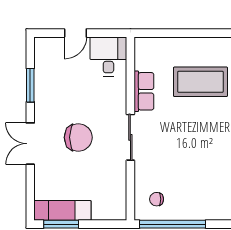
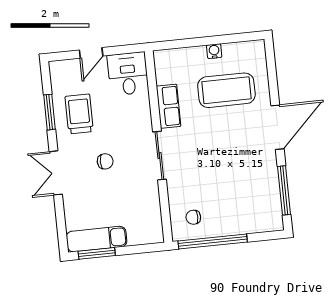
water cooler: (193, 43) -> (214, 51), added
trolley: (58, 90) -> (79, 114), added
chair: (78, 137) -> (105, 161), width x0.54, depth x0.54

